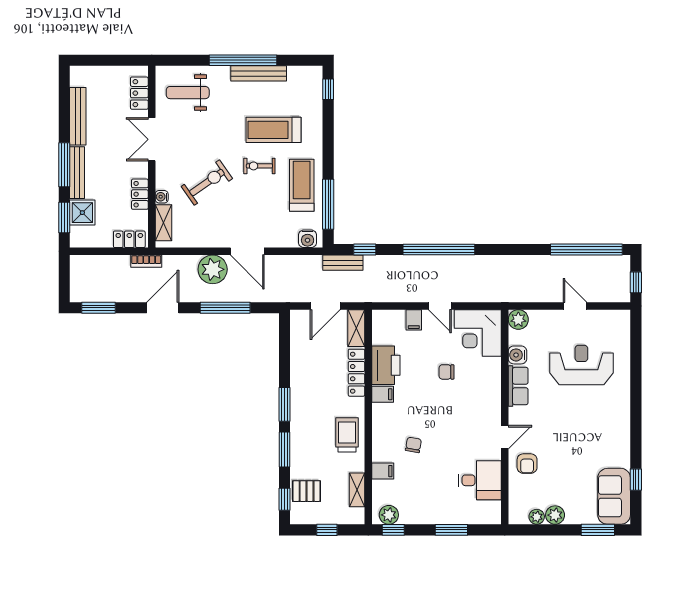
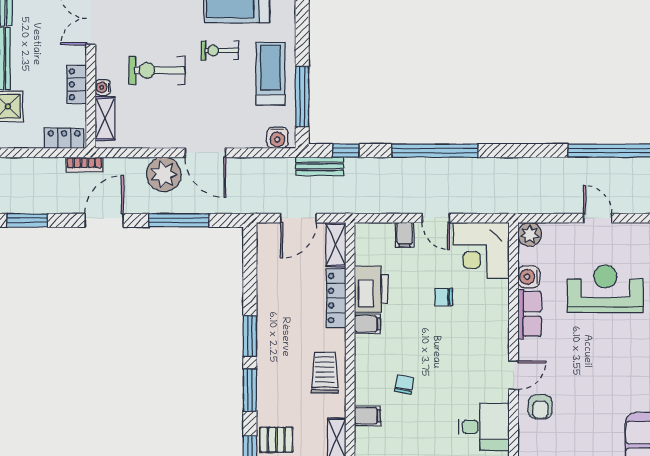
exercise bike: (207, 182) -> (157, 70), turned -145

